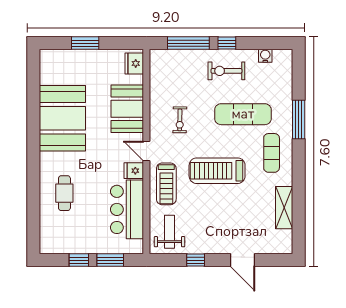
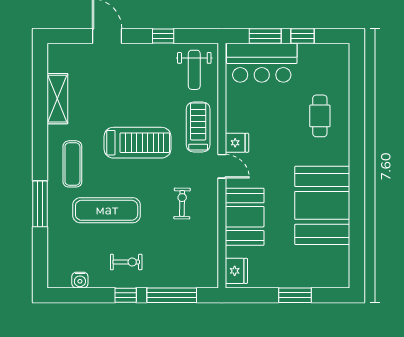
exercise bike: (226, 71) -> (126, 262), width x0.73, depth x0.72
bar counter: (127, 209) -> (262, 63), moved, turned 90

